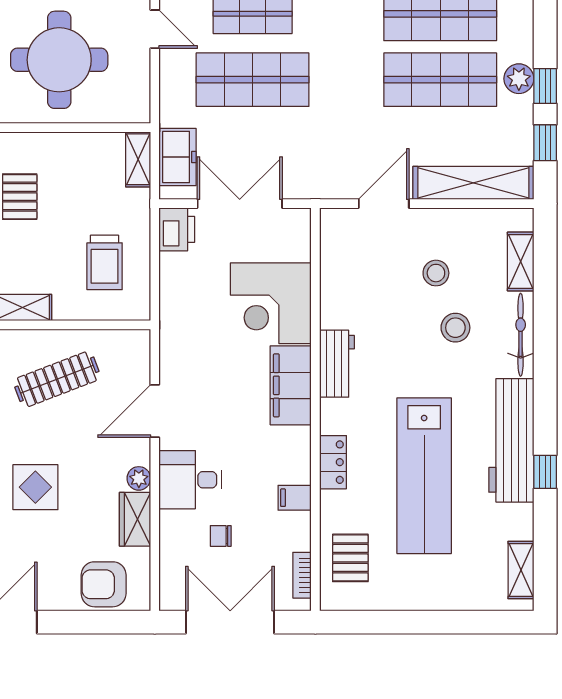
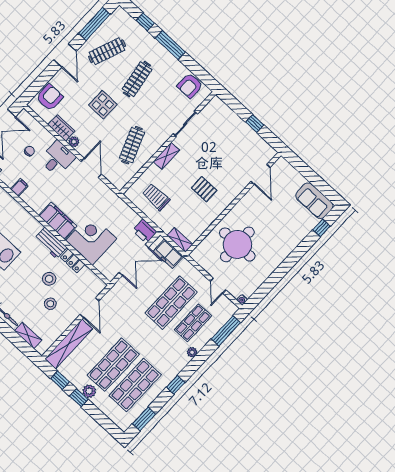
door: (155, 29) -> (218, 286), hinge flipped
stool: (455, 328) -> (49, 279), moved
locker: (333, 462) -> (73, 261), moved

